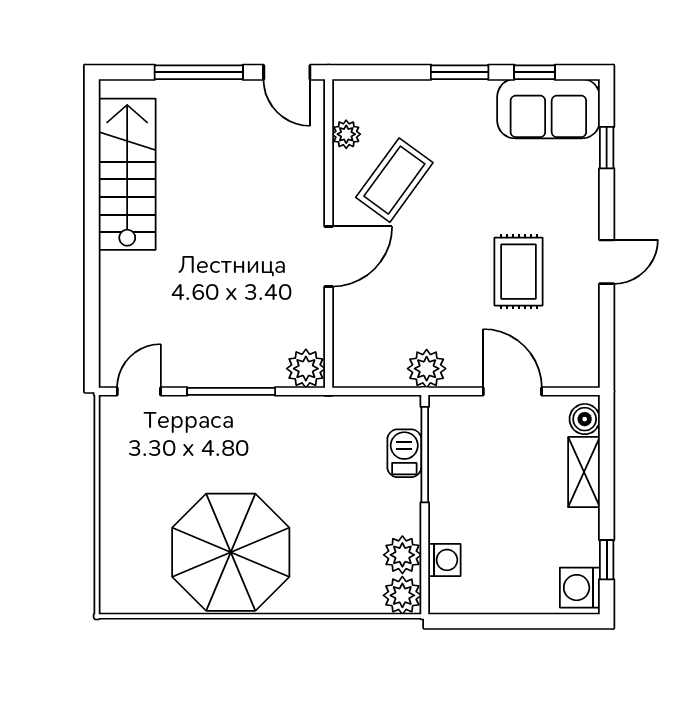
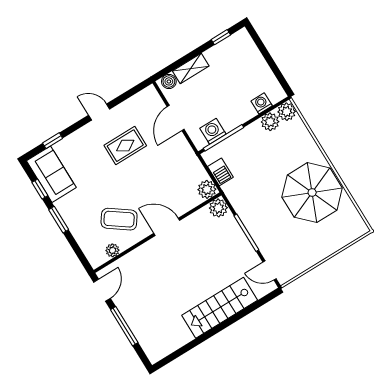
stairs: (127, 174) -> (220, 308), moved
plant: (427, 369) -> (207, 189), moved
barbecue: (404, 453) -> (220, 172), moved, turned -90
washing machine: (580, 588) -> (213, 131), moved, turned 180

